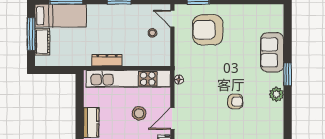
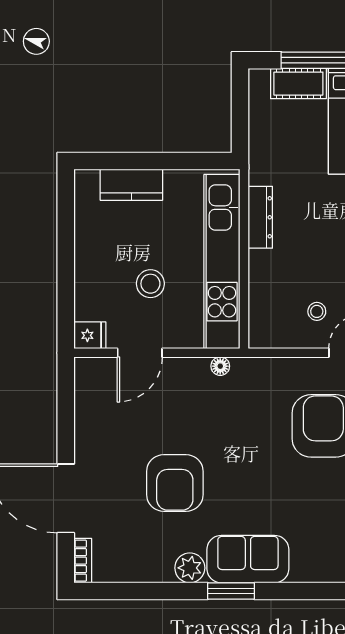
sofa: (272, 52) -> (248, 559), moved
armchair: (235, 102) -> (175, 483), width x1.88, depth x1.88
door: (172, 118) -> (140, 353), swing flipped

